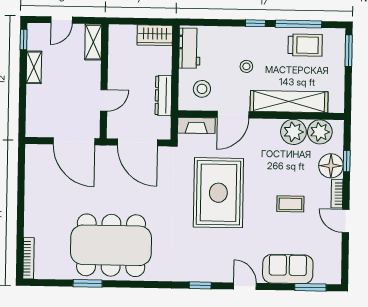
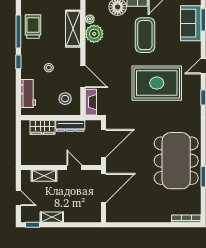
wardrobe: (155, 35) -> (43, 127), moved, turned 90
shelving: (93, 42) -> (44, 176), moved
workbench: (189, 48) -> (28, 94), moved, turned 90
shelving: (289, 102) -> (73, 29), width x0.68
plant: (320, 132) -> (90, 19), width x0.53, depth x0.53
rug: (218, 193) -> (157, 83), moved
coffee table: (290, 204) -> (145, 35), width x1.86, depth x1.72
sofa: (288, 269) -> (191, 23), moved

